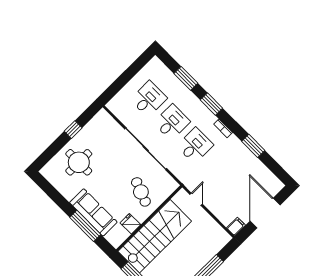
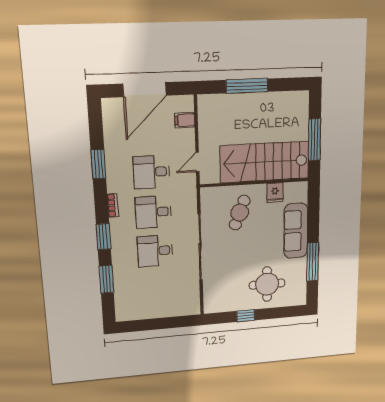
desk: (149, 99) -> (151, 172), moved
window: (85, 226) -> (313, 262), moved
filing cabinet: (236, 227) -> (185, 120), moved

